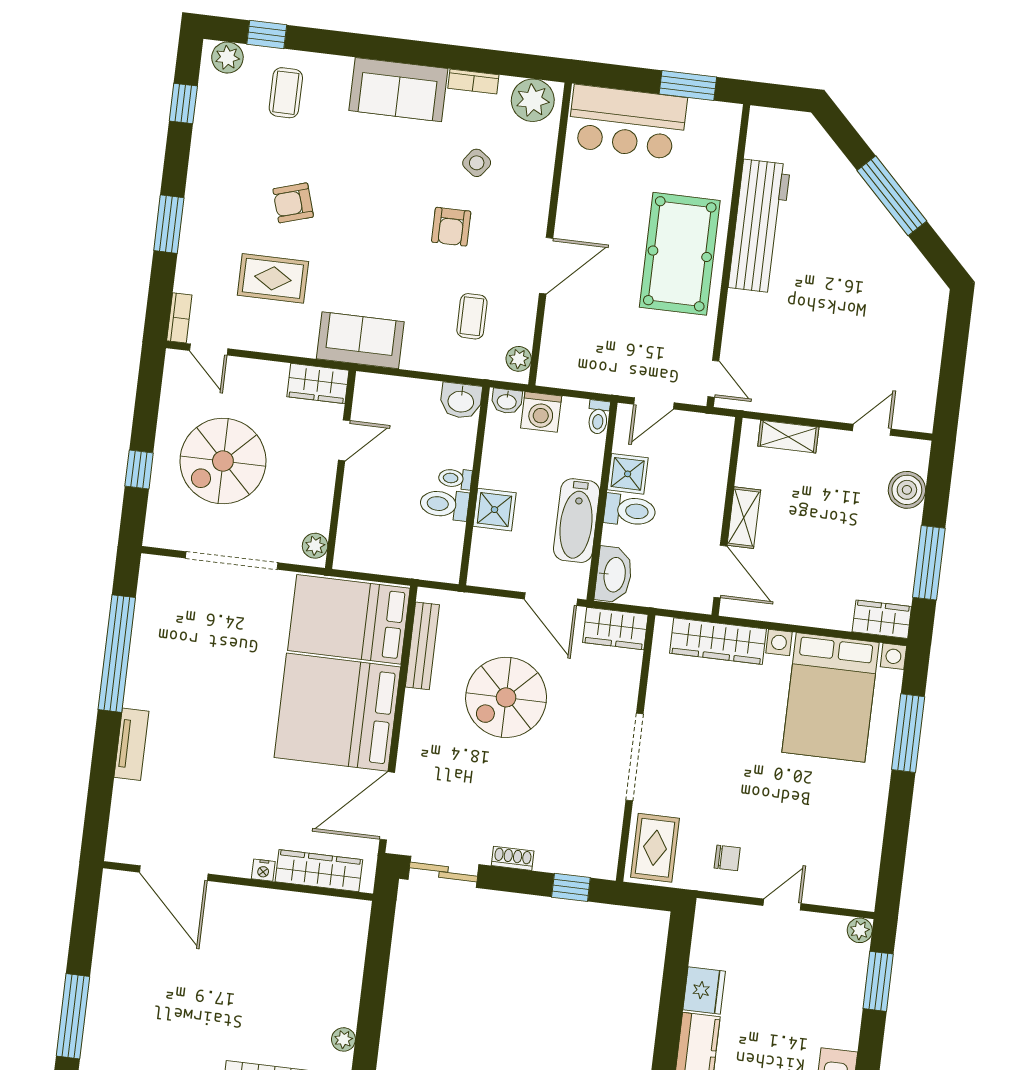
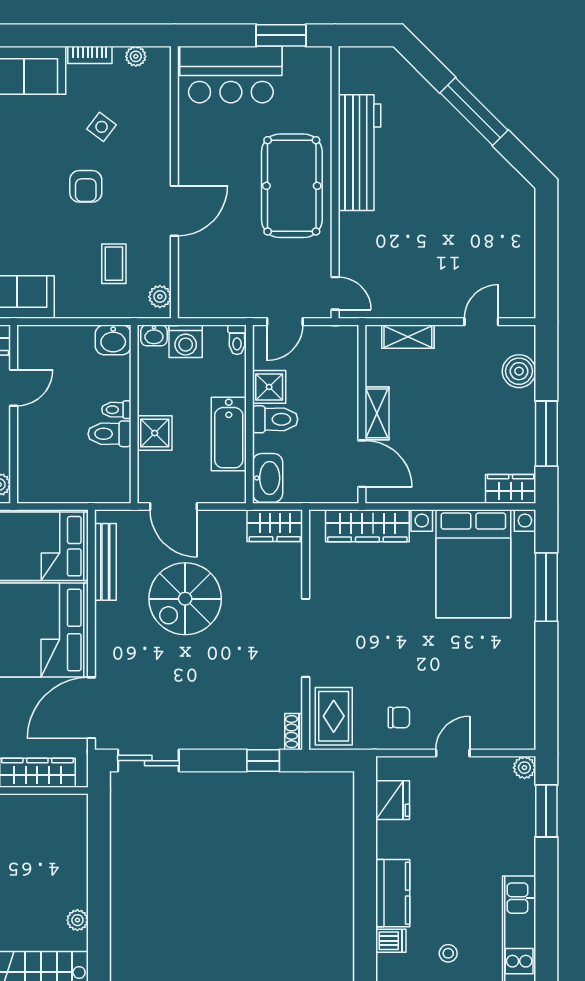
plant: (533, 100) -> (136, 56), width x0.53, depth x0.53
door: (551, 599) -> (174, 506), moved
shoe rack: (513, 858) -> (294, 732), moved, turned -90
fridge: (704, 990) -> (393, 800), moved

